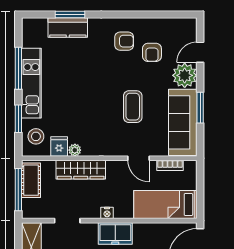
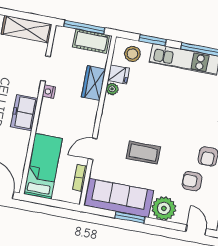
door: (200, 52) -> (196, 230), moved
wardrobe: (81, 170) -> (94, 83), width x0.67
nightstand: (107, 213) -> (49, 92), moved

